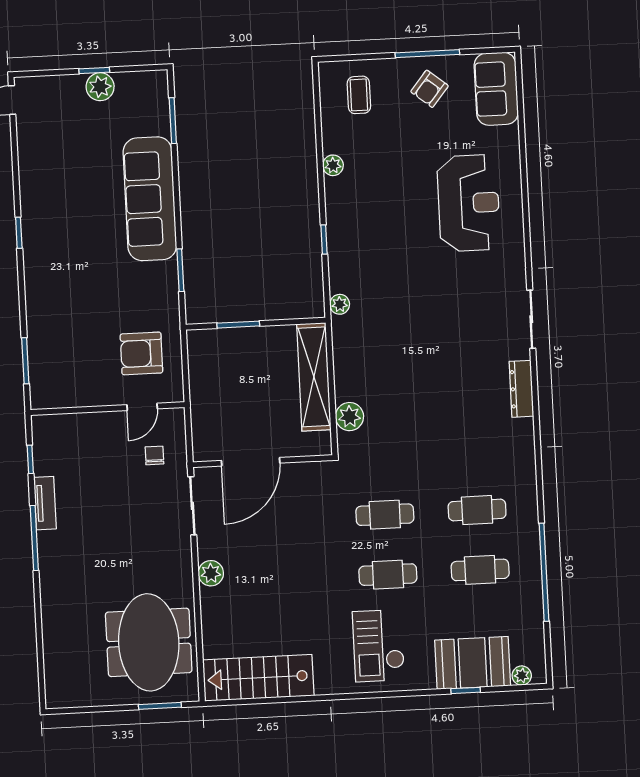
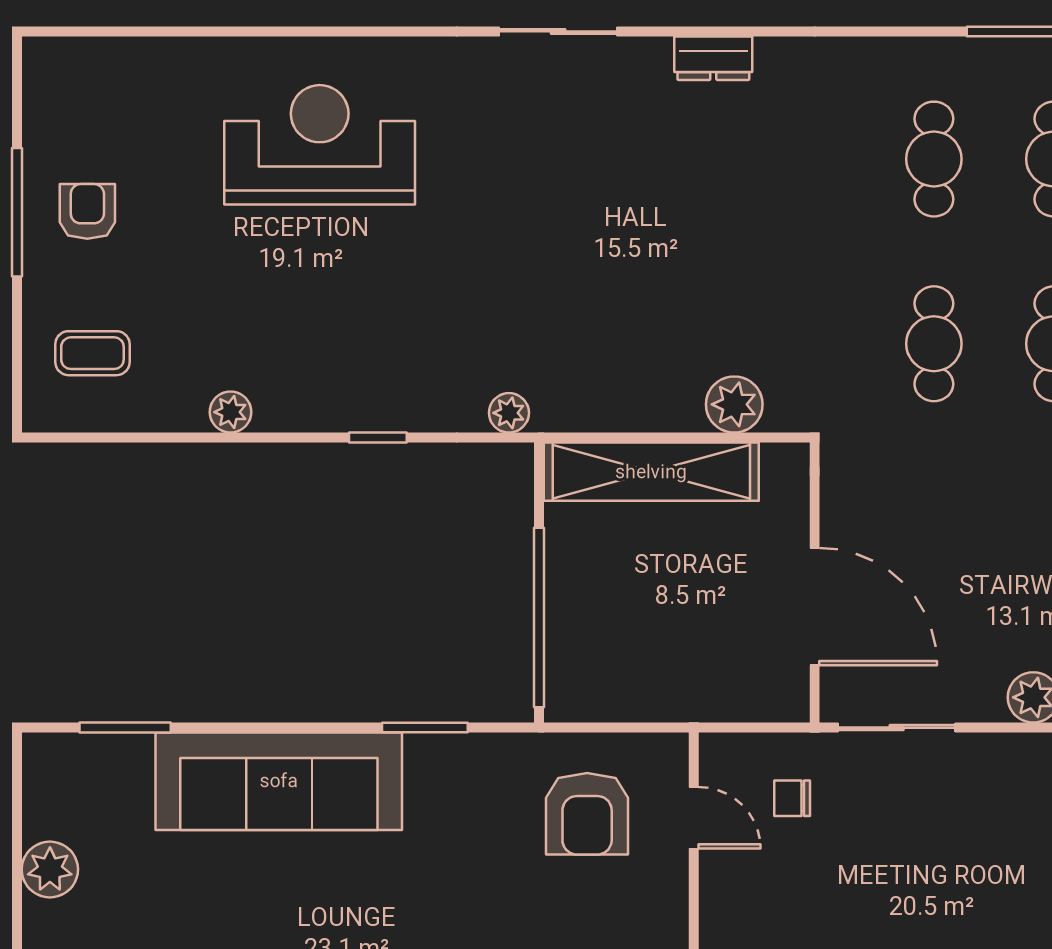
window: (94, 71) -> (17, 879), removed
armchair: (430, 89) -> (87, 211), turned -129
sofa: (496, 89) -> (94, 78), removed
window: (238, 325) -> (539, 618), width x2.11
dresser: (521, 389) -> (713, 58), width x0.70

